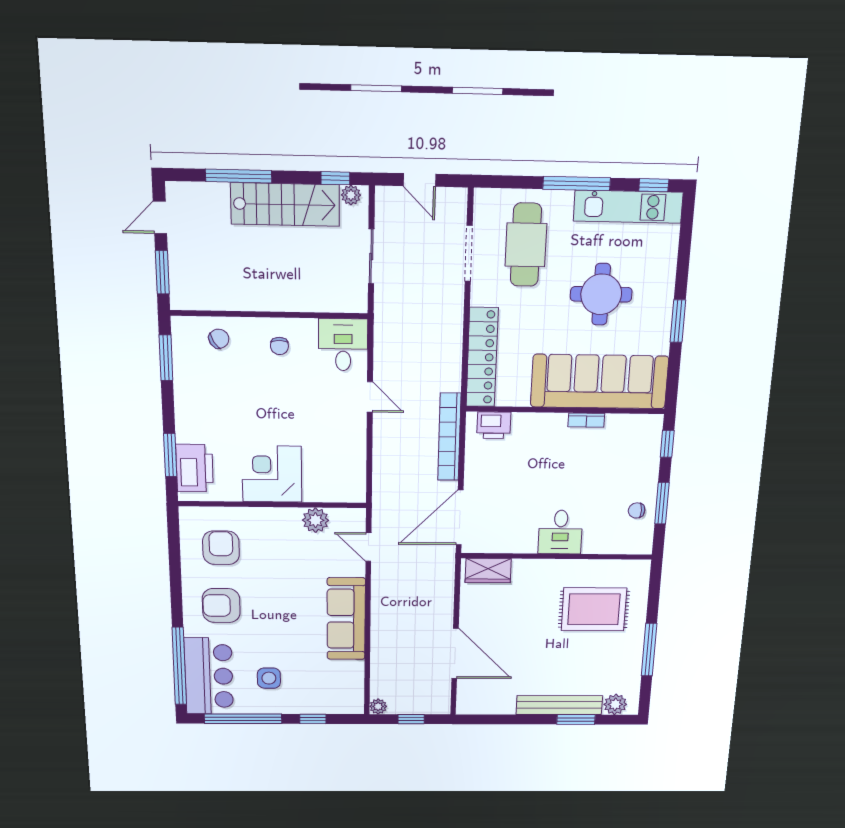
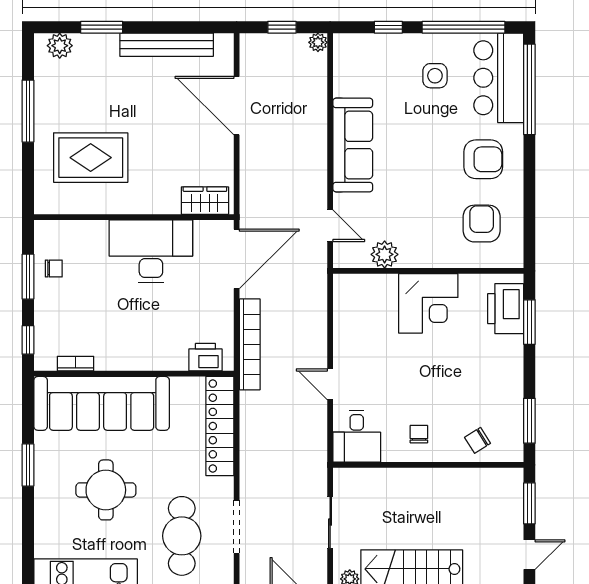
bookcase: (586, 420) -> (75, 364), moved
desk: (560, 532) -> (151, 251), width x1.87, depth x1.30
armchair: (221, 548) -> (482, 224), turned 180
bench: (559, 705) -> (167, 45), moved

